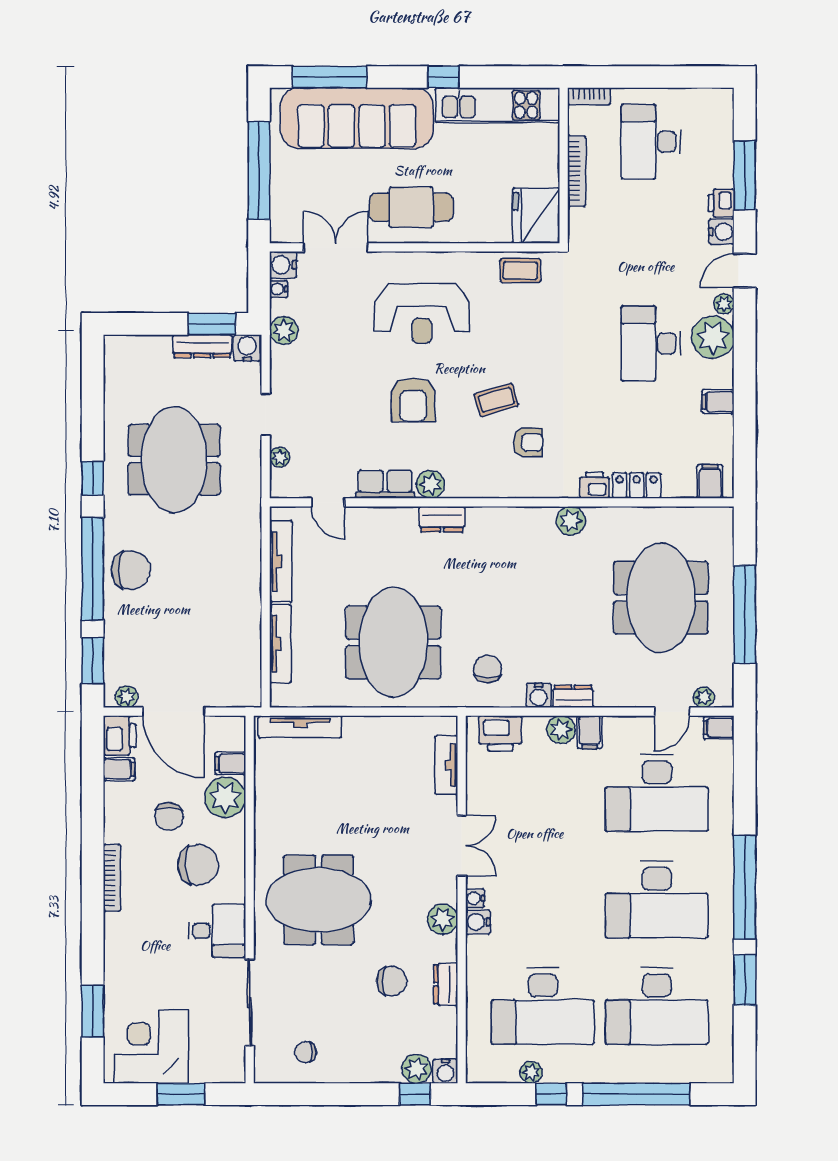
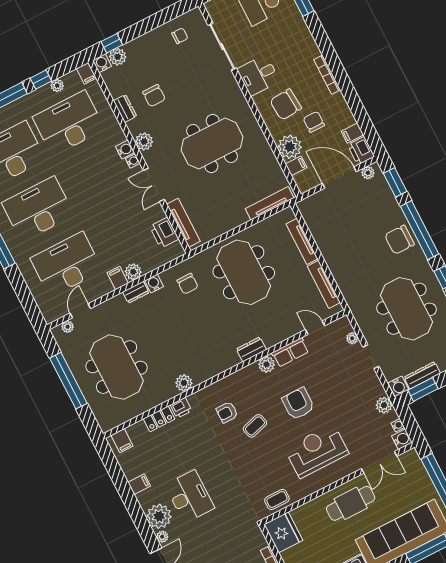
filing cabinet: (719, 728) -> (86, 73), moved, turned 90
printer: (500, 733) -> (164, 233), moved, turned -90
tv unit: (446, 765) -> (183, 223), width x1.41
meeting table: (319, 900) -> (212, 143), moved
chair: (392, 981) -> (154, 96), turned -90

